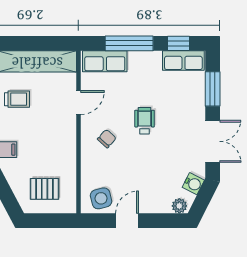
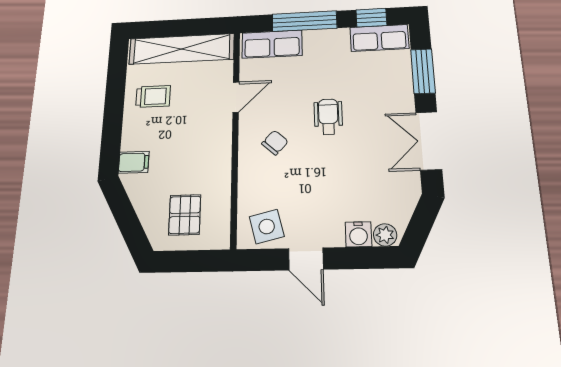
double door: (213, 141) -> (429, 141), swing flipped
water cooler: (193, 184) -> (358, 234), moved, turned 63
pallet: (45, 189) -> (185, 215), turned 90
door: (127, 221) -> (306, 259), swing flipped

